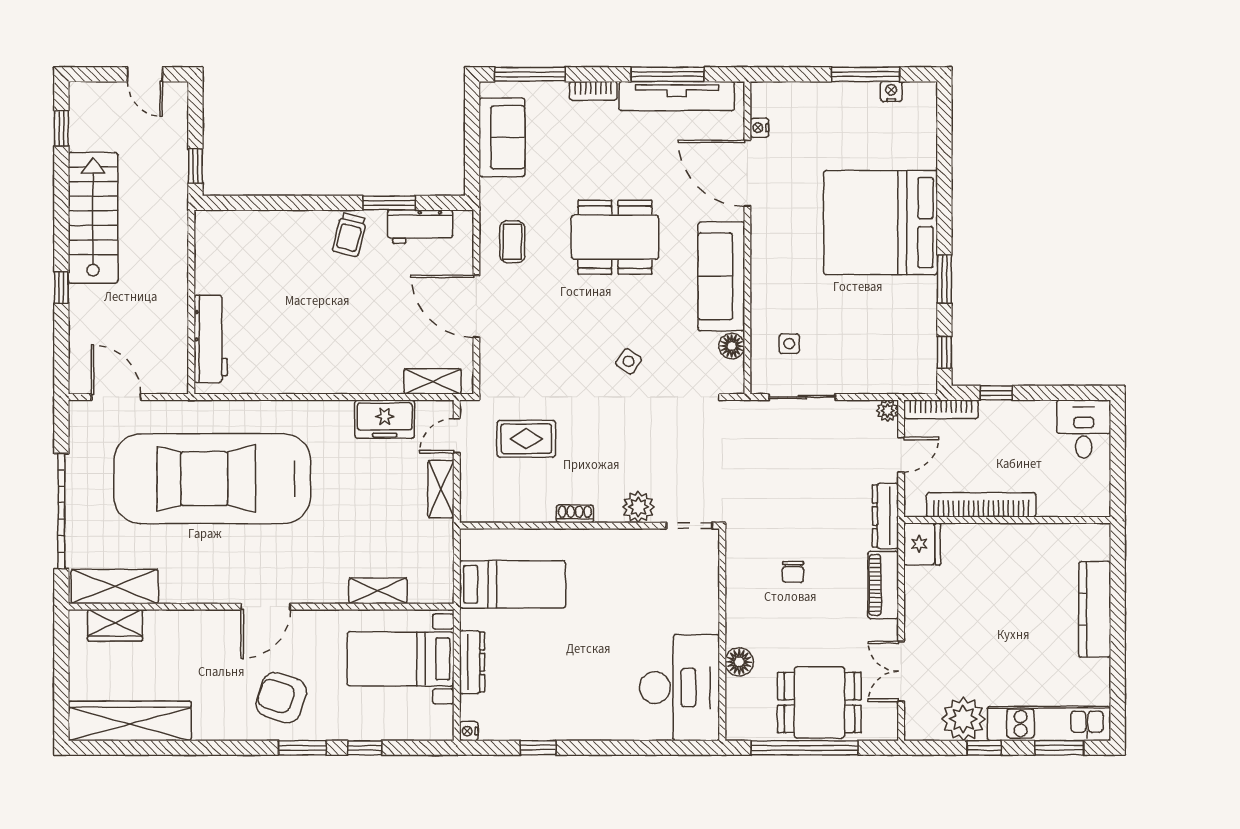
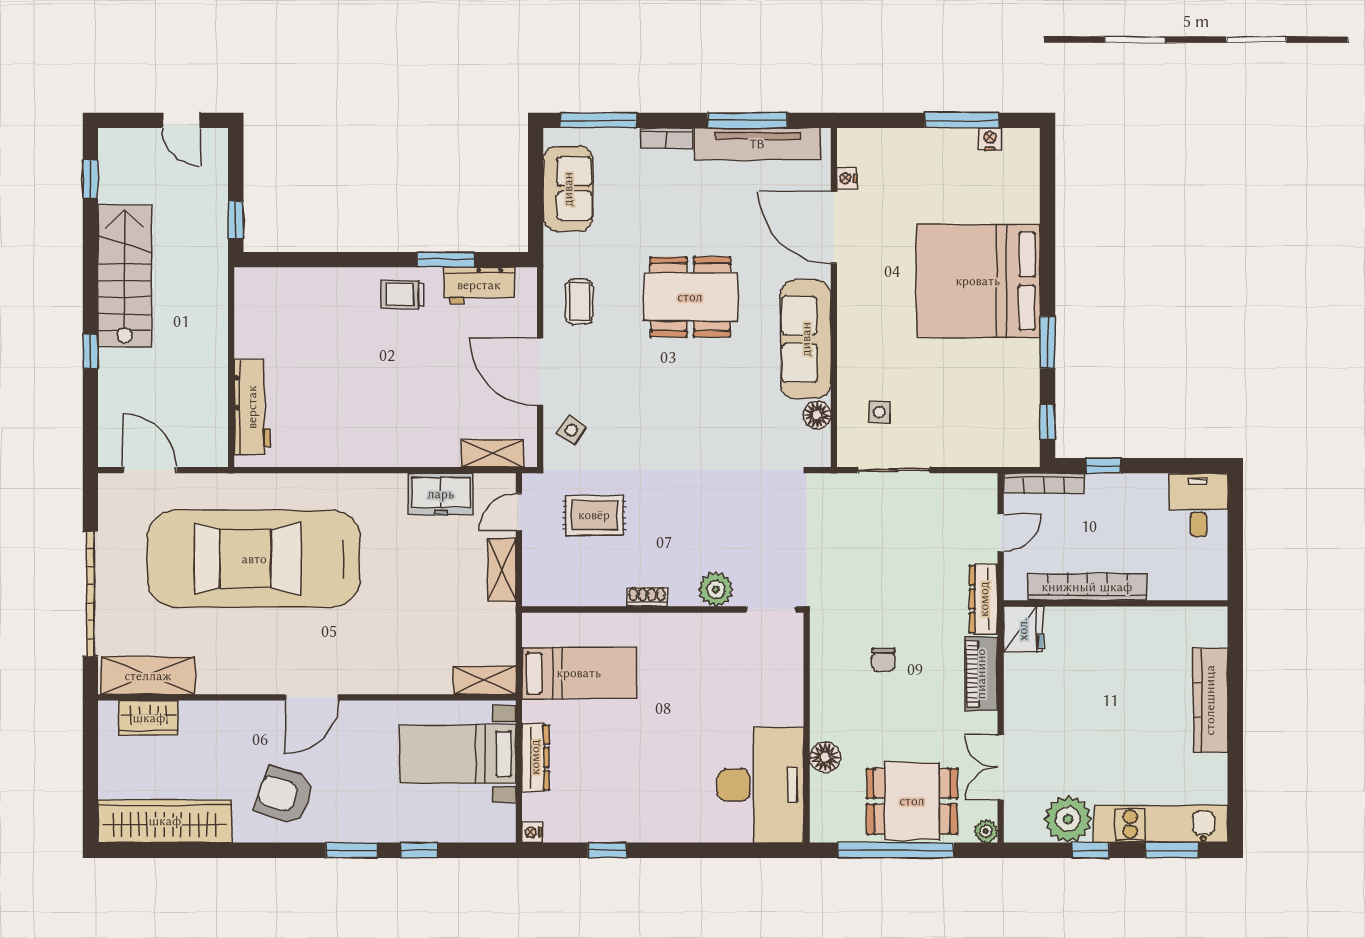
trolley: (350, 235) -> (403, 294), turned 76
side table: (629, 361) -> (571, 430), moved
plant: (888, 411) -> (986, 831), moved
shelving: (378, 591) -> (484, 680), moved
armchair: (281, 698) -> (284, 796), moved

